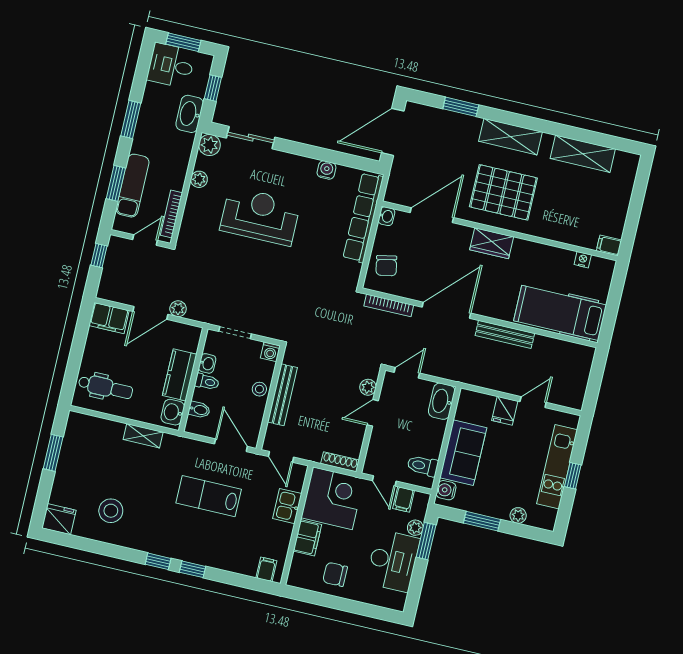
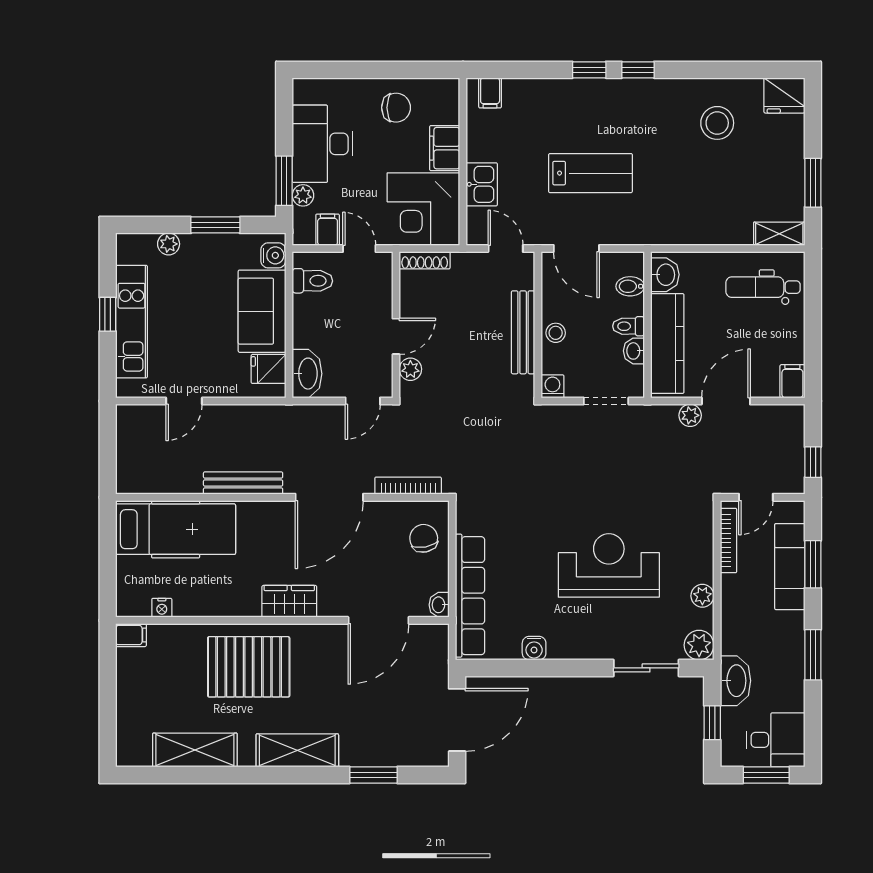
pallet: (503, 192) -> (249, 667), moved
reception desk: (260, 216) -> (609, 565), turned 180
filing cabinet: (109, 318) -> (792, 381), width x0.50
kitchen counter: (180, 375) -> (667, 344), width x1.50
fridge: (505, 411) -> (269, 369), moved, turned -90
shelving: (143, 436) -> (779, 234), moved

